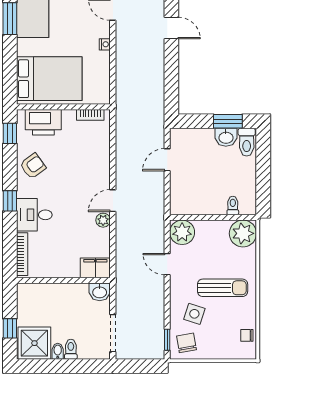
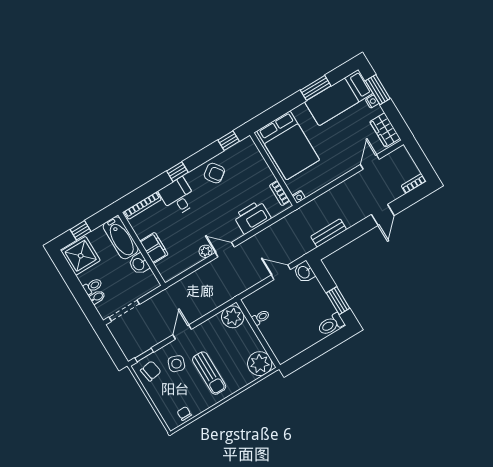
nightstand: (105, 44) -> (299, 197), moved
bench: (157, 91) -> (329, 233), added
printer: (43, 122) -> (252, 217), moved, turned 90
washbasin: (226, 137) -> (304, 272), moved
toilet: (233, 205) -> (261, 317), moved
door: (167, 264) -> (182, 332), moved
filing cabinet: (95, 268) -> (154, 248), moved
washbasin: (100, 292) -> (139, 264), moved
bathtub: (41, 294) -> (121, 238), added
bidet: (58, 351) -> (97, 297), moved

